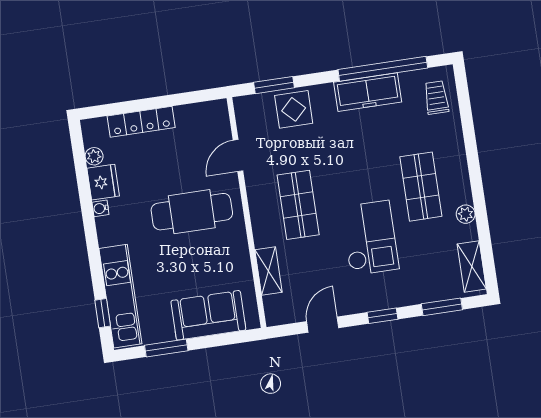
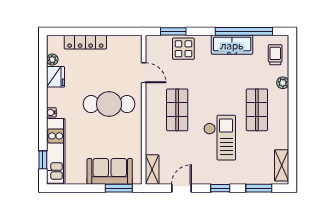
door: (238, 156) -> (144, 73), swing flipped
water cooler: (100, 208) -> (51, 112), moved
plant: (466, 214) -> (283, 83), moved
shelving: (269, 271) -> (152, 170), moved
window: (166, 348) -> (119, 188), moved

